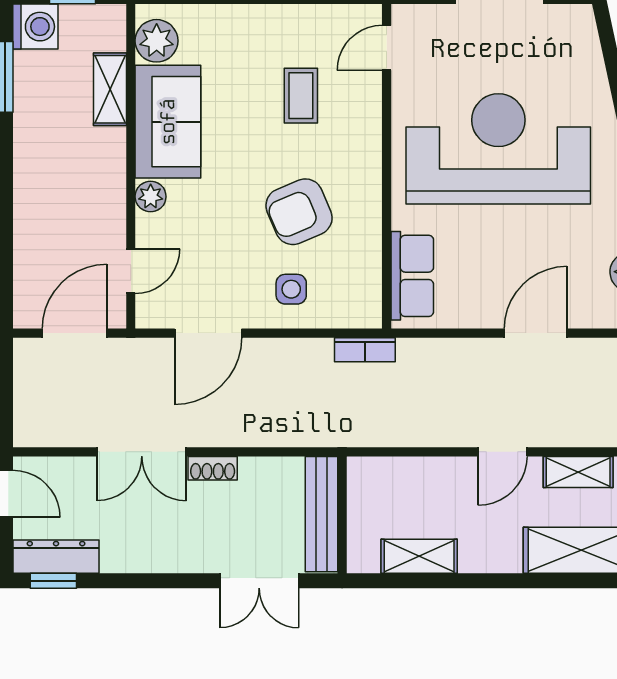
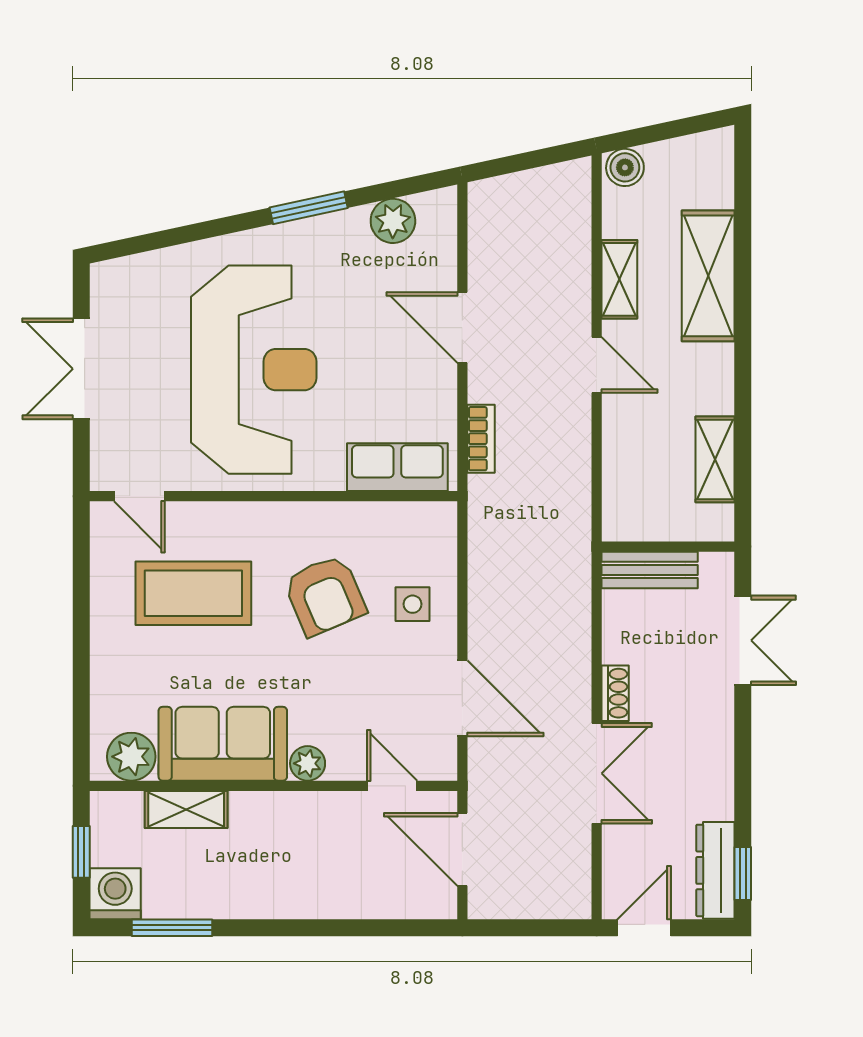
coffee table: (301, 96) -> (193, 593), width x1.86, depth x1.72
reception desk: (498, 149) -> (254, 370), turned 180
bookcase: (365, 350) -> (481, 439), moved
bench: (321, 514) -> (650, 570), width x0.73

